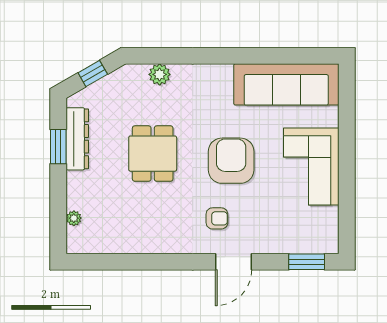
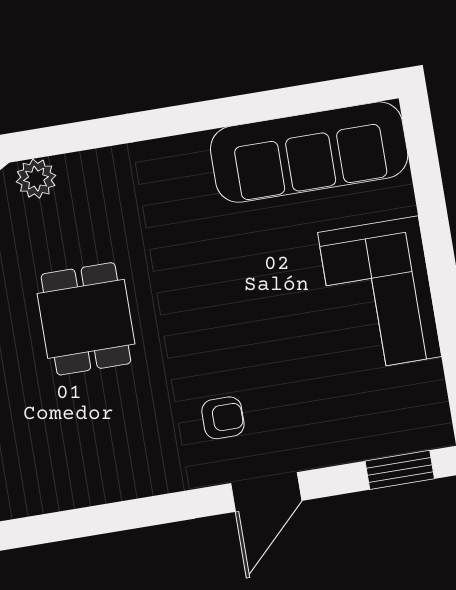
plant: (160, 74) -> (36, 179), moved
armchair: (231, 161) -> (231, 308), removed

